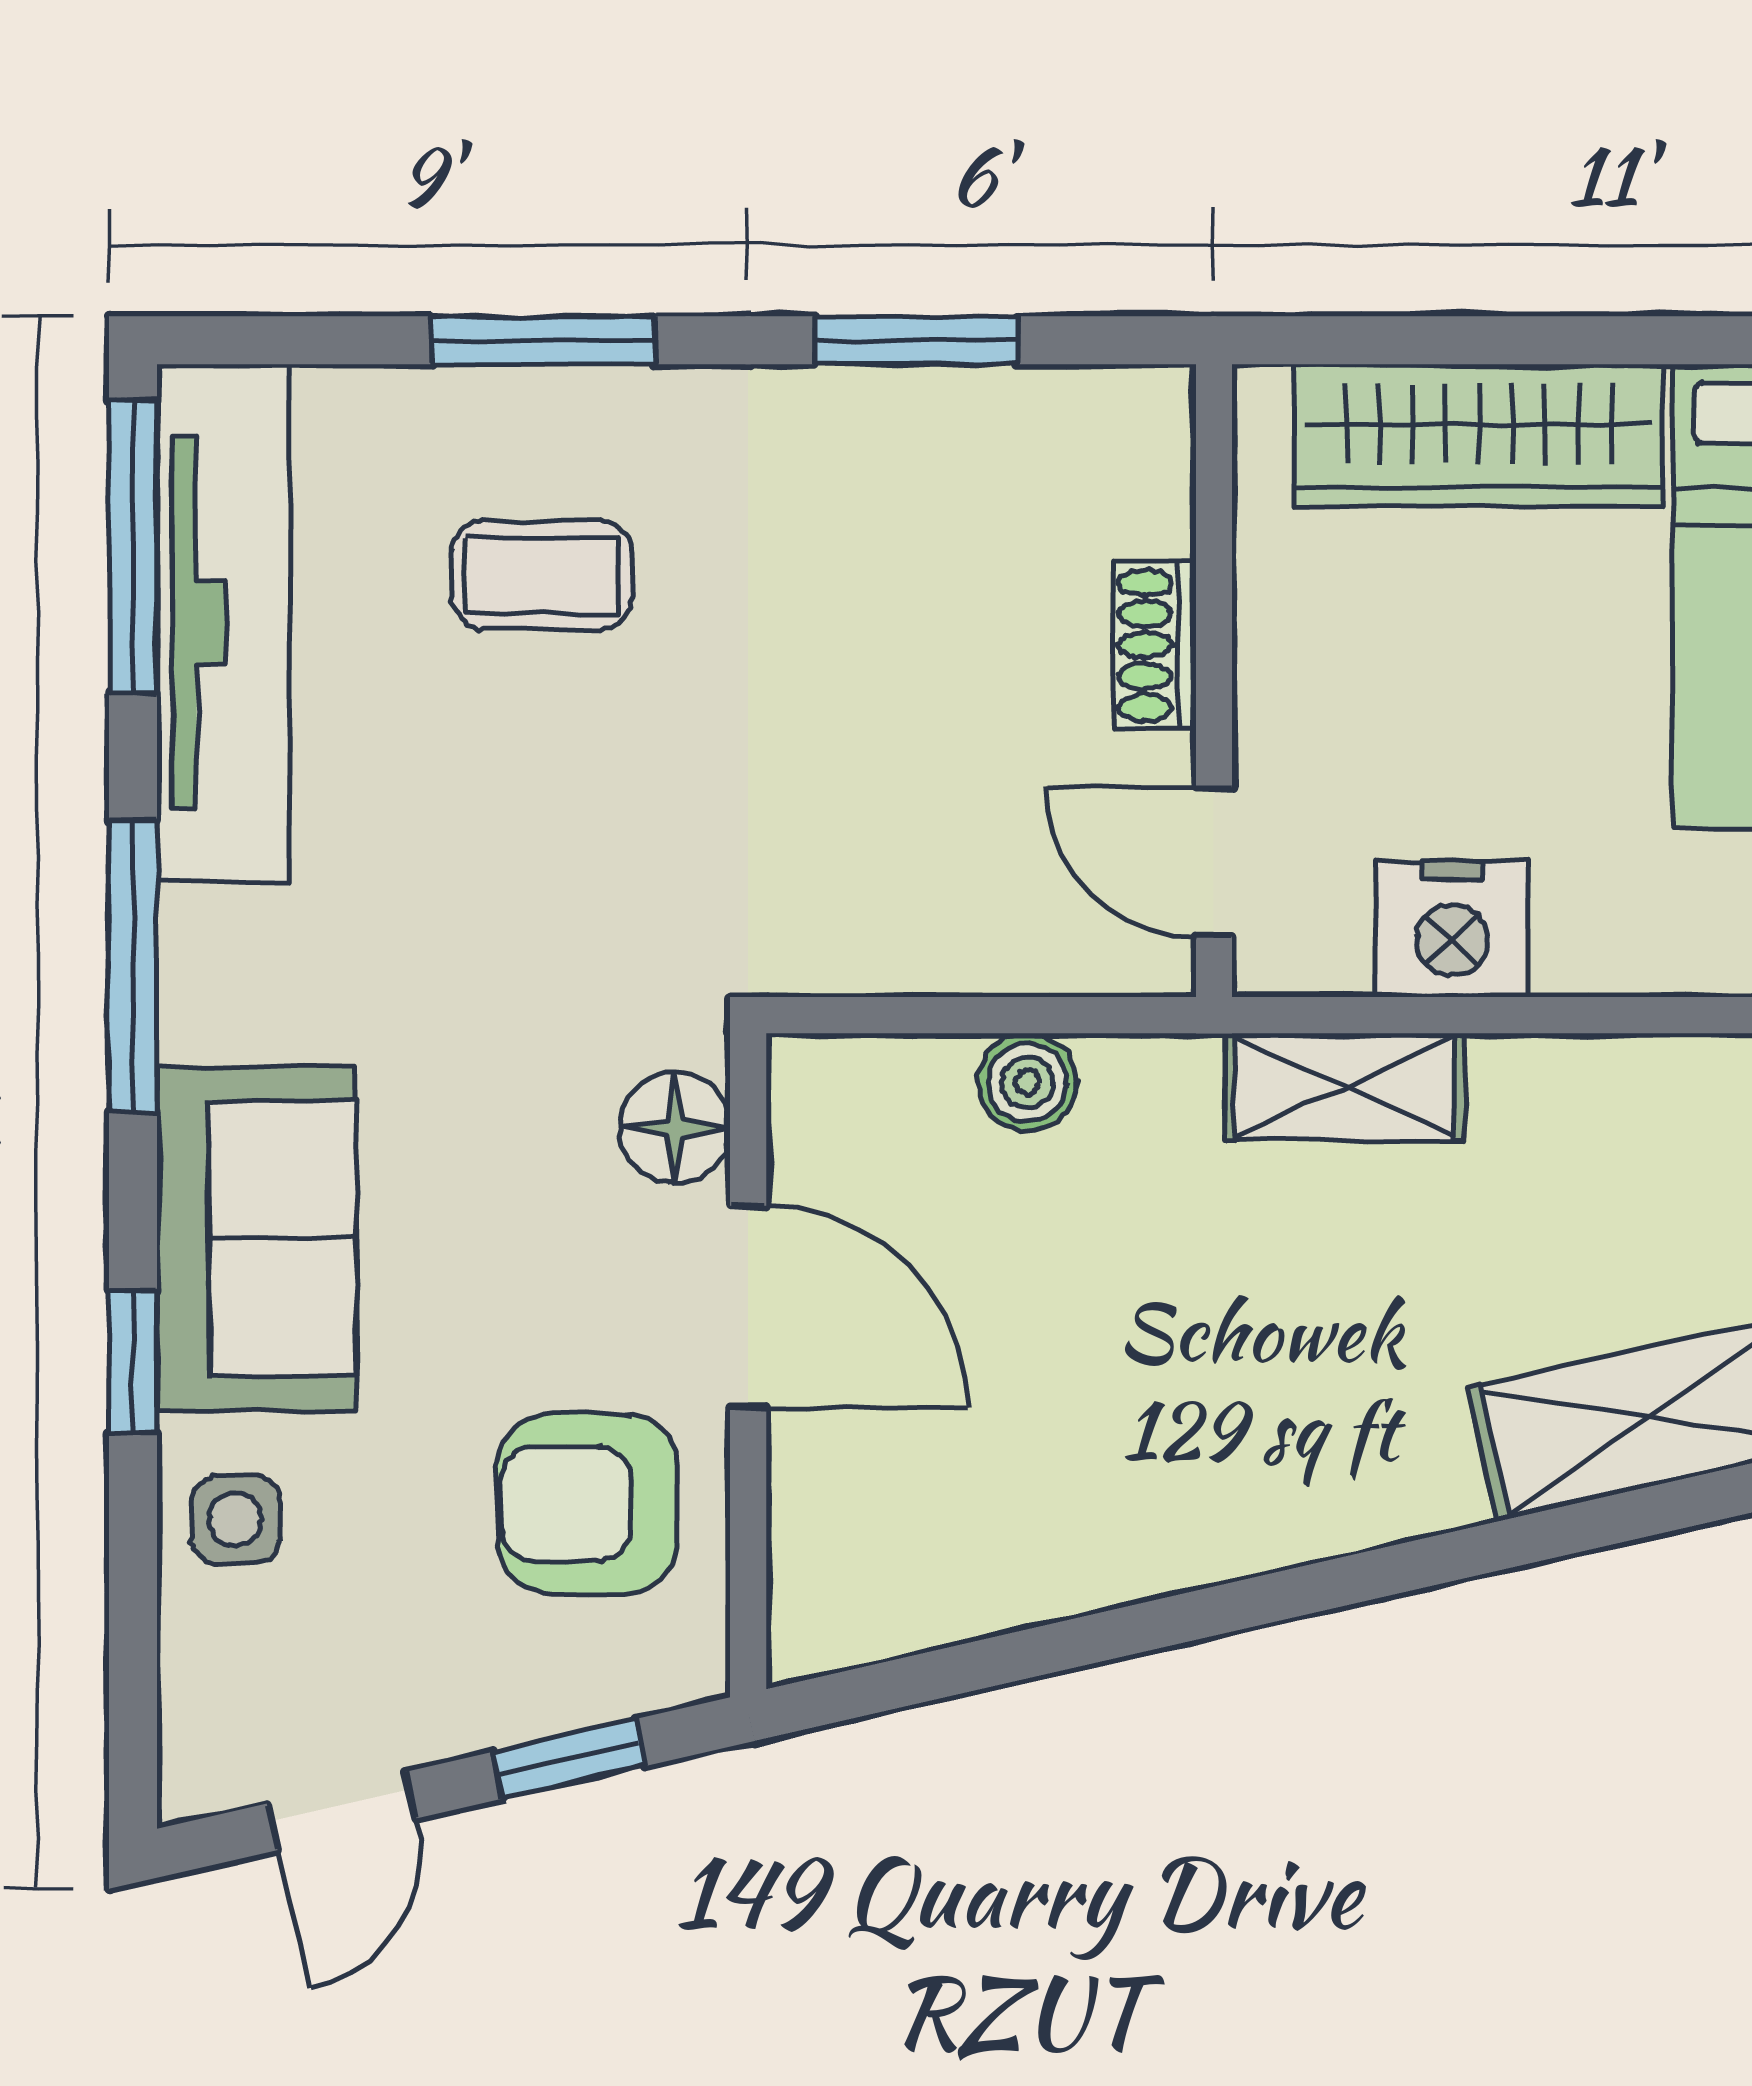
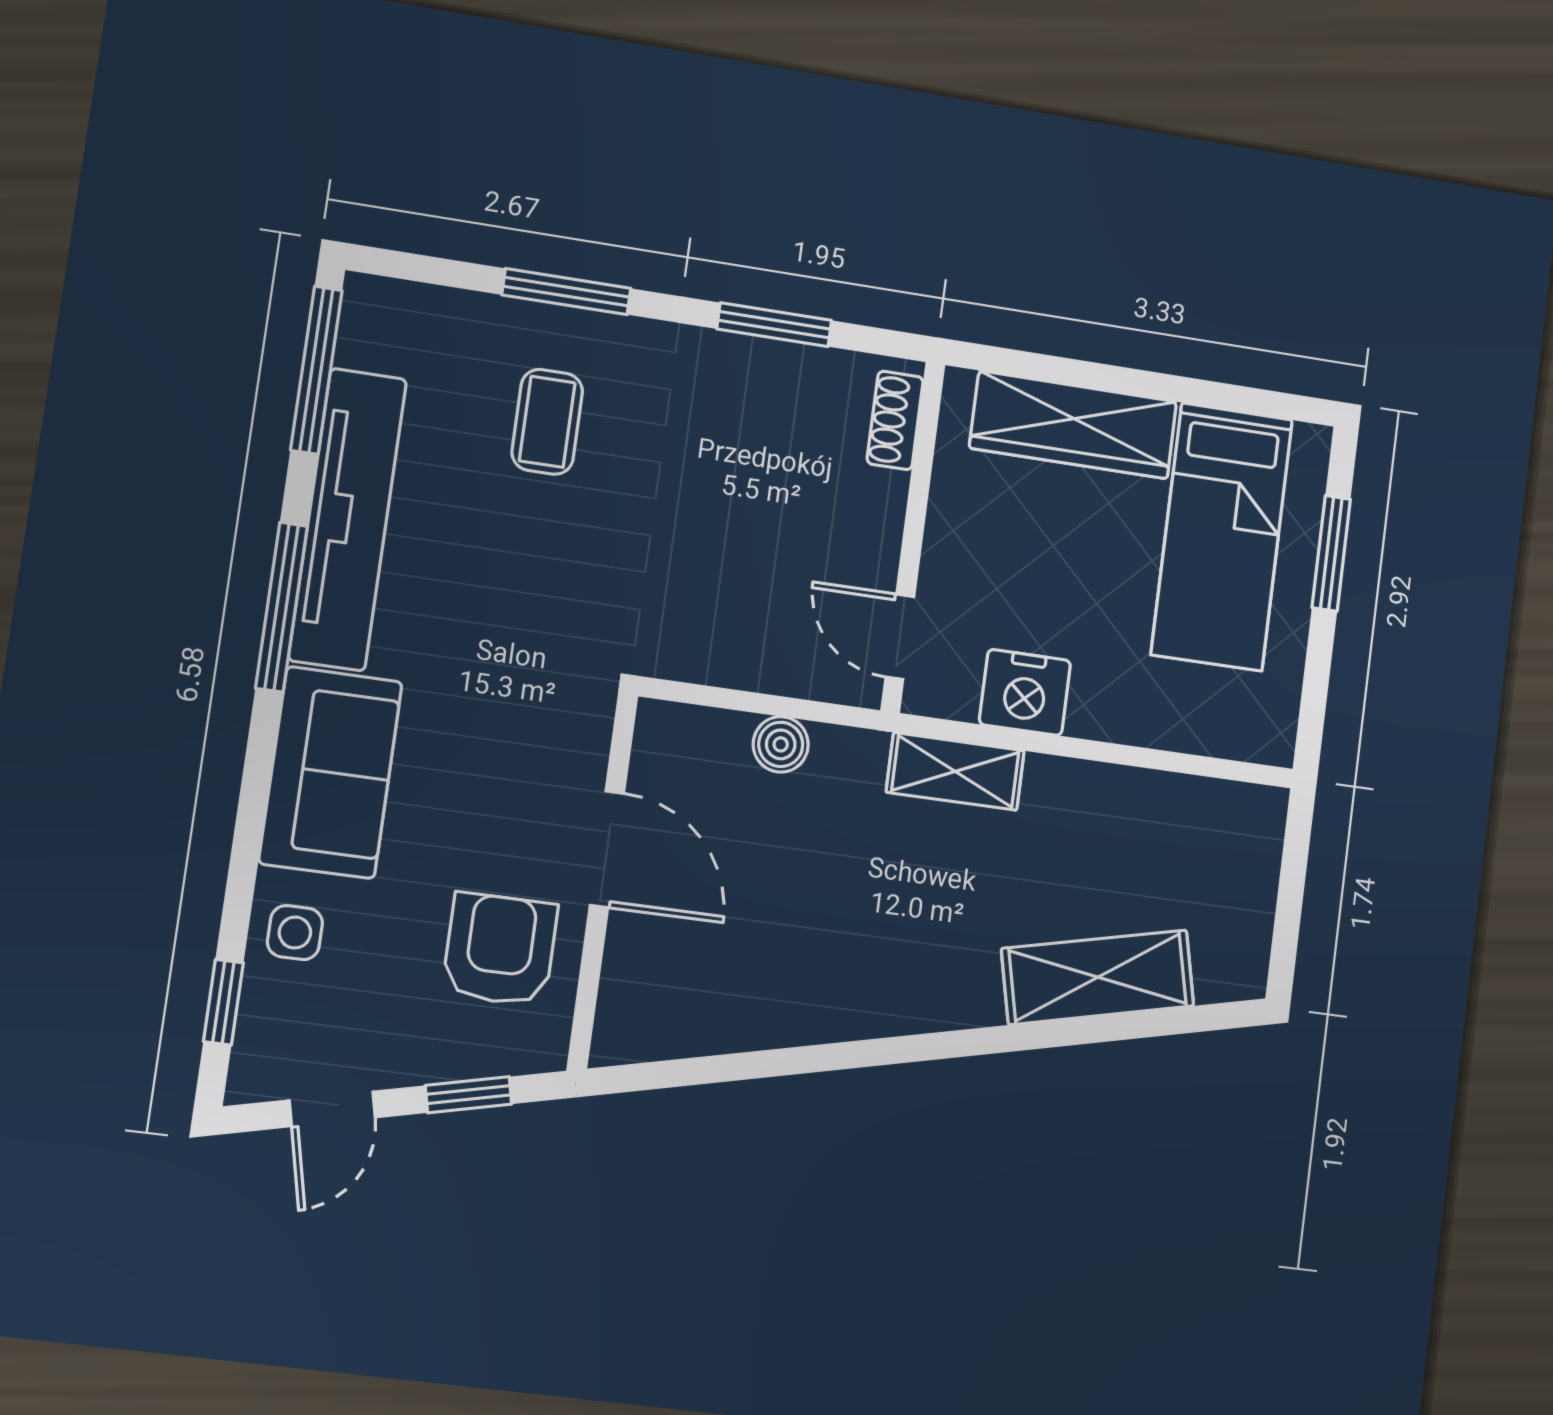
coffee table: (542, 575) -> (547, 422), turned 90
tv unit: (223, 623) -> (348, 519), moved
shoe rack: (1155, 645) -> (895, 420), moved
floor lamp: (675, 1128) -> (579, 742), removed
window: (133, 1361) -> (223, 1002), moved
armchair: (588, 1504) -> (500, 949), turned 90

